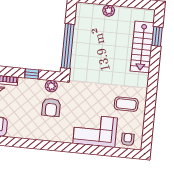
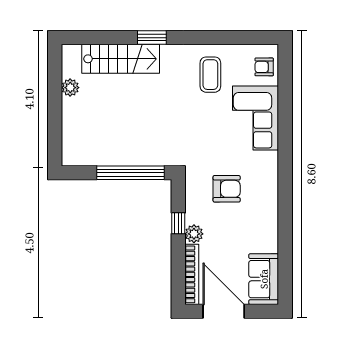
plant: (109, 11) -> (70, 88), moved
window: (157, 36) -> (152, 38), moved
plant: (51, 86) -> (194, 234), moved

